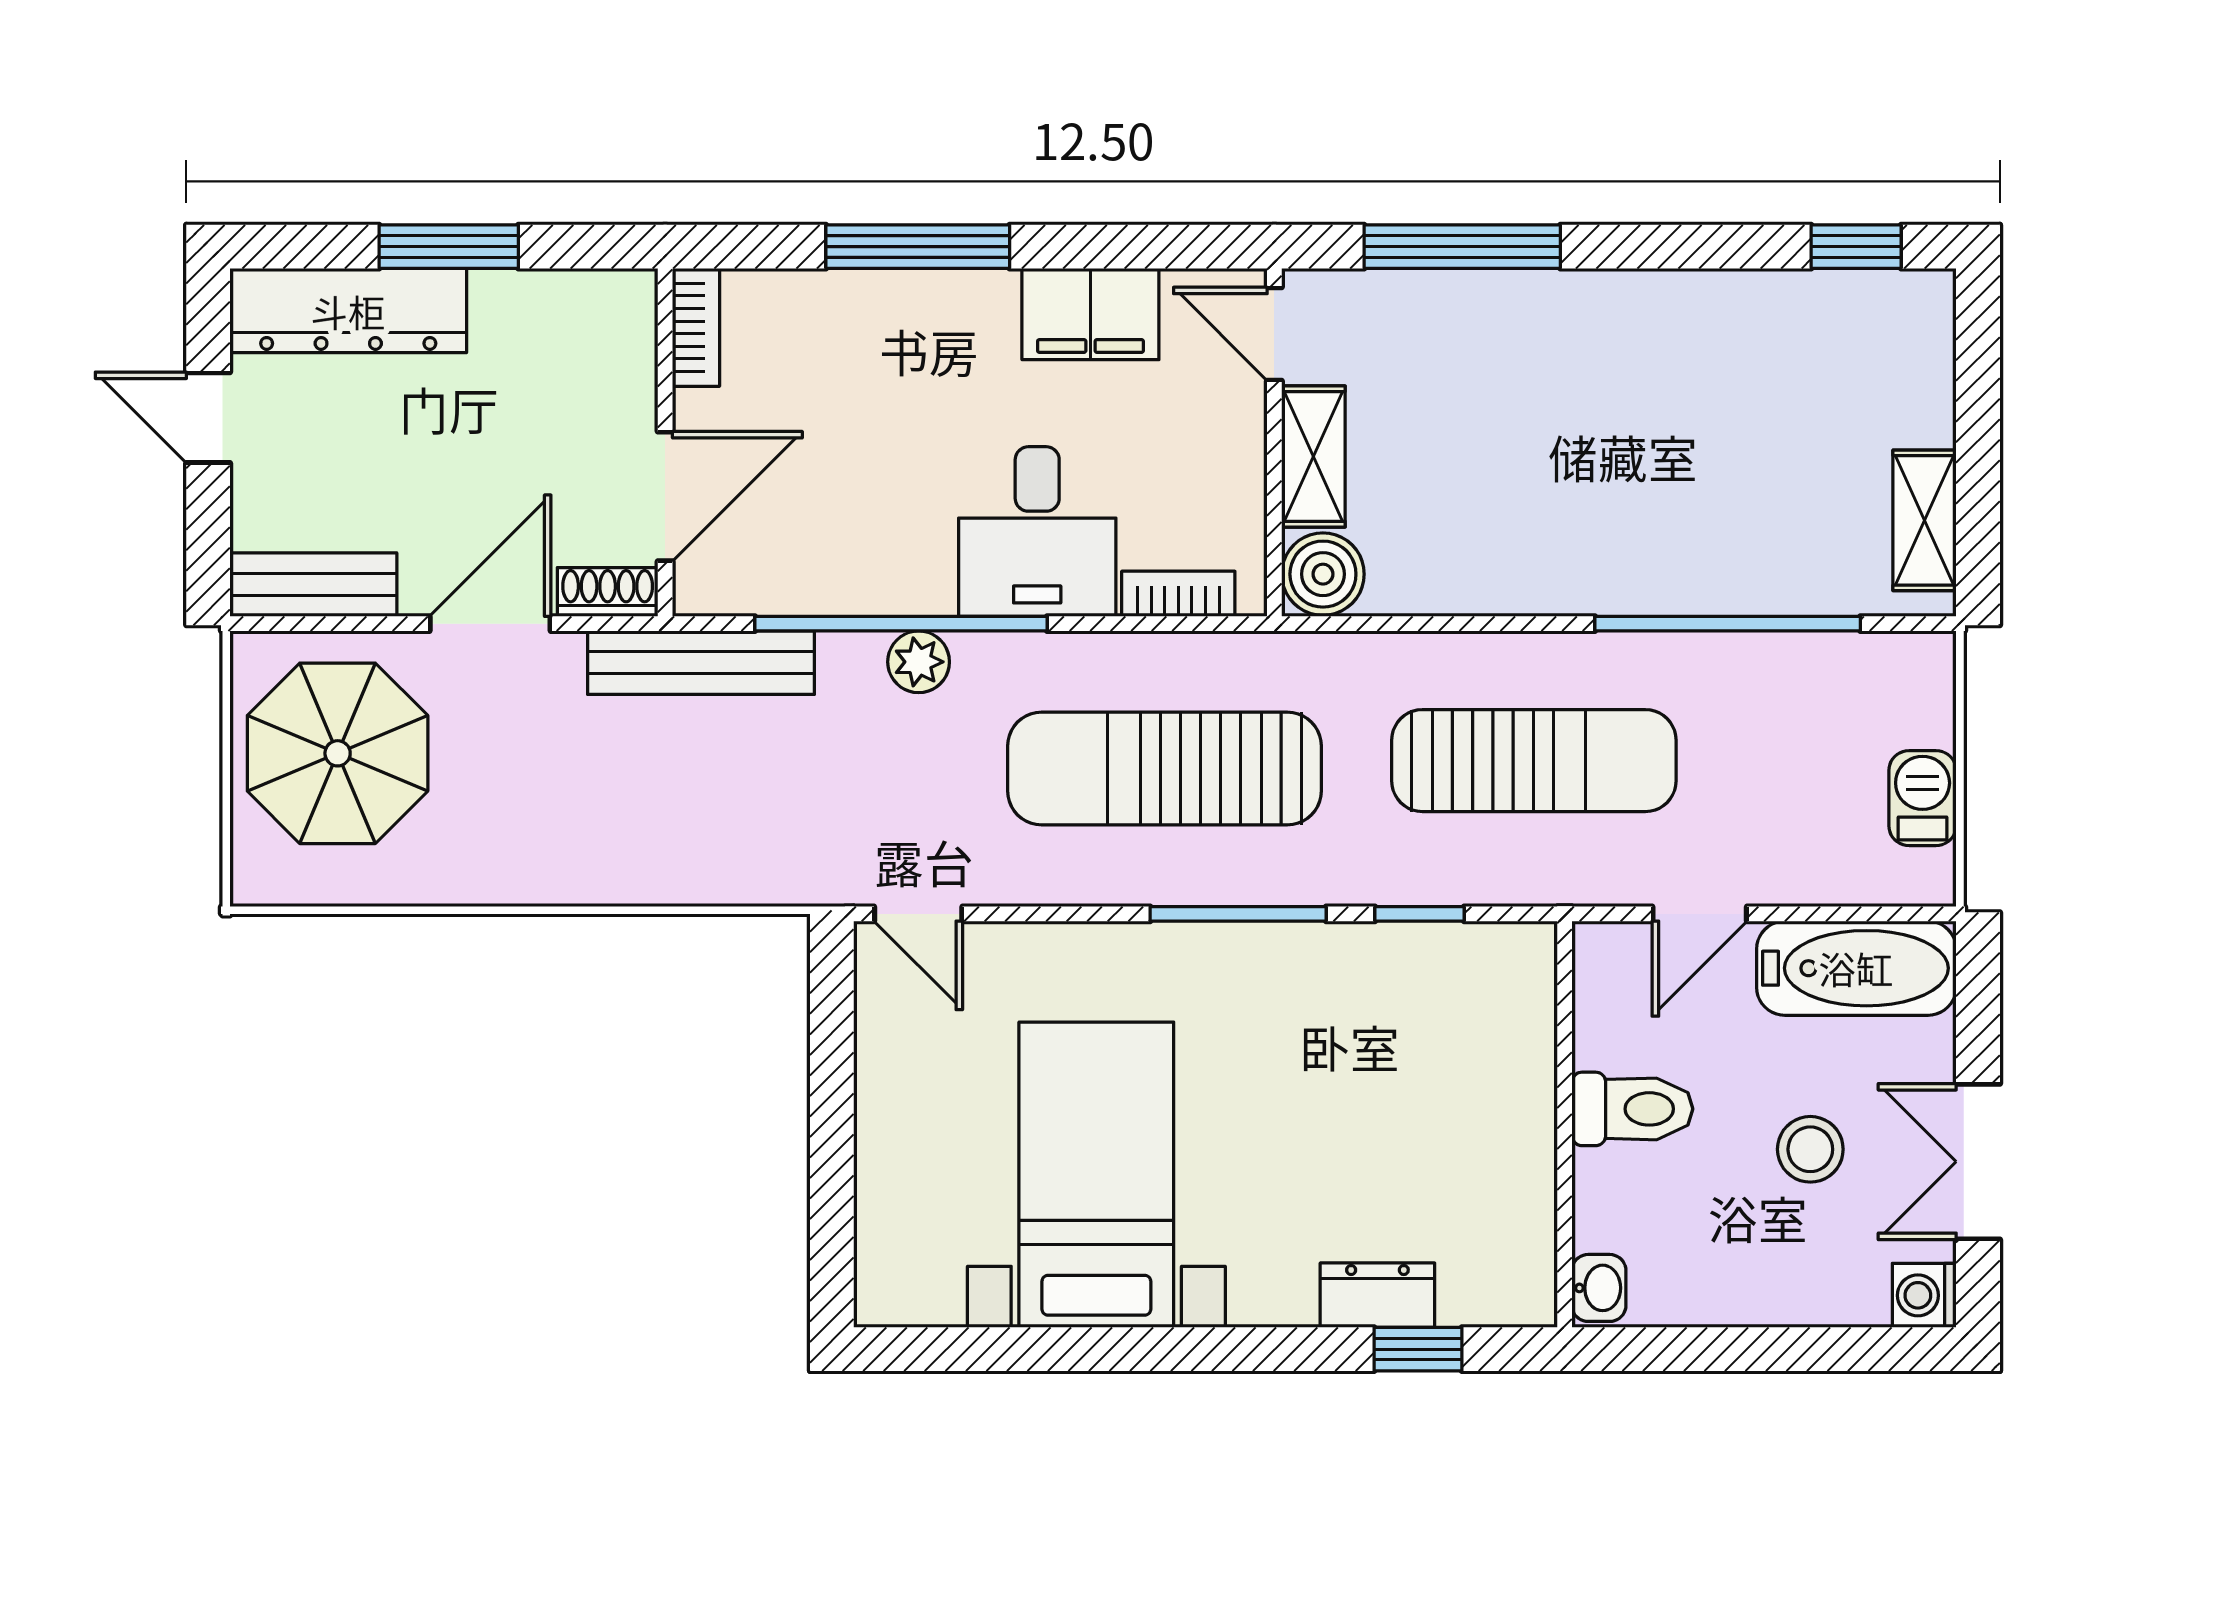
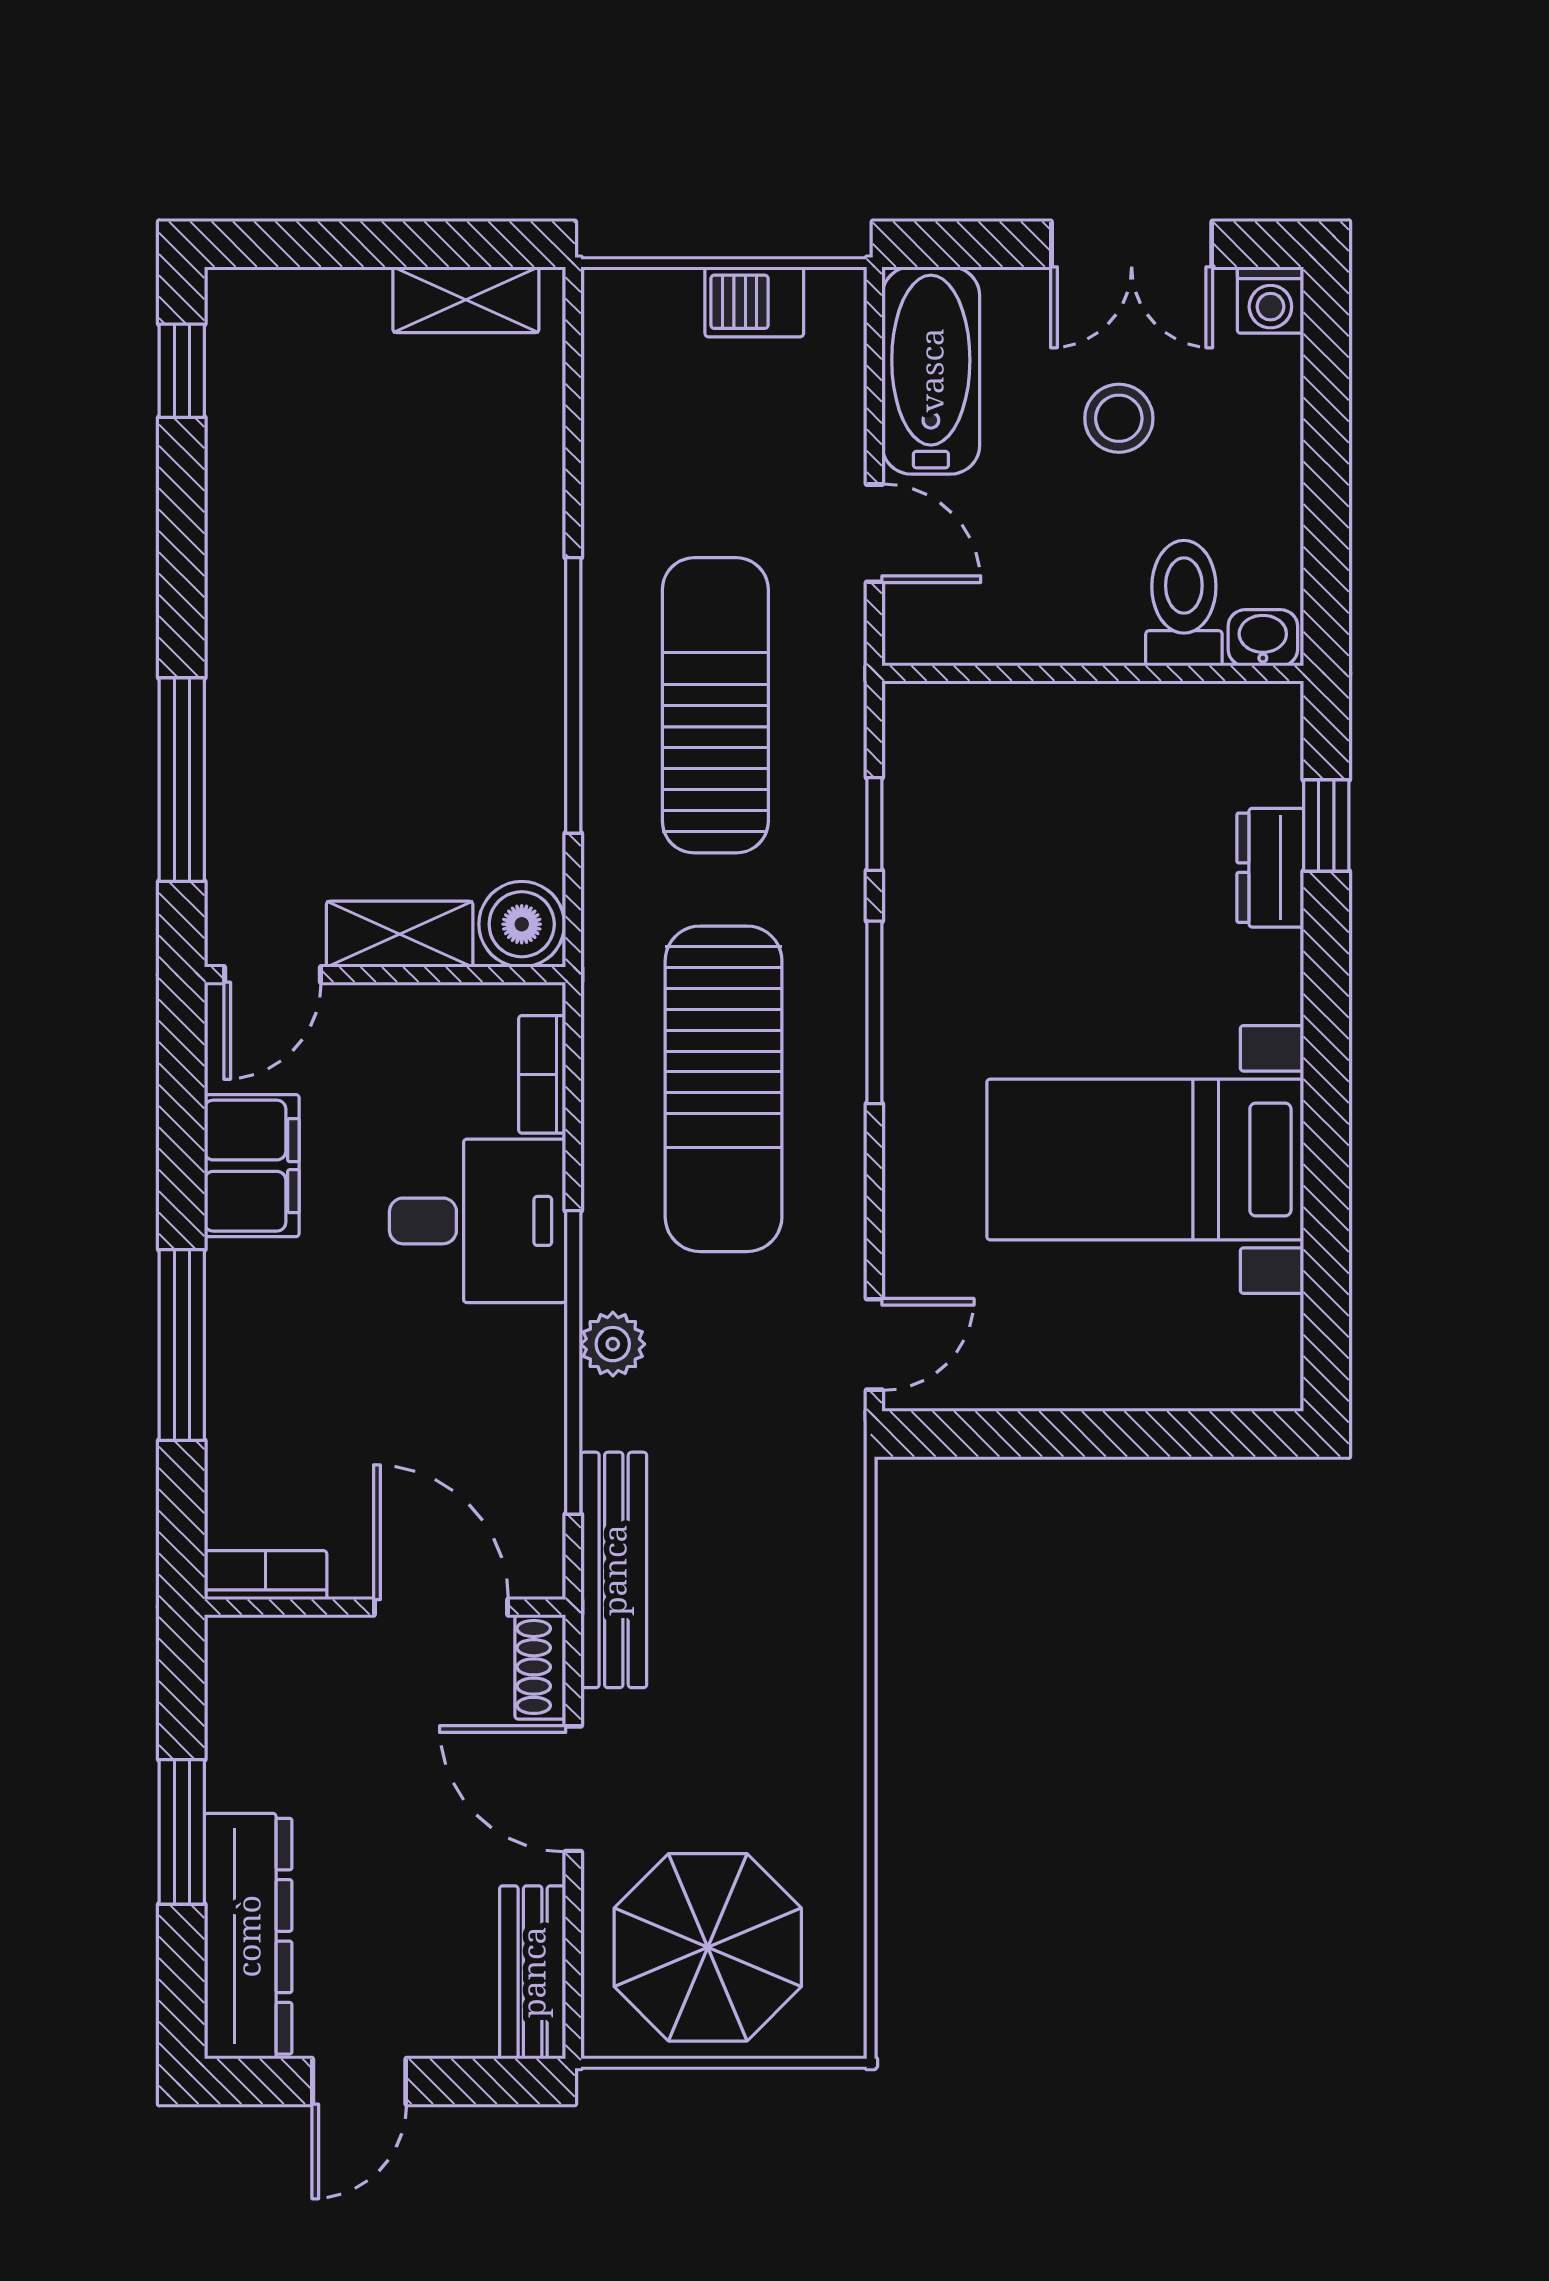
window: (1728, 624) -> (573, 695), moved
toilet: (1632, 1109) -> (1184, 603), moved

